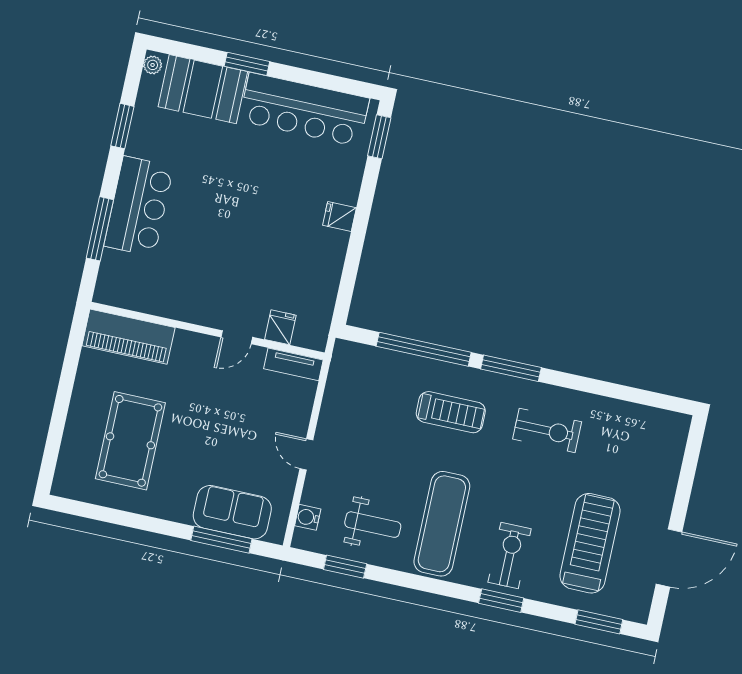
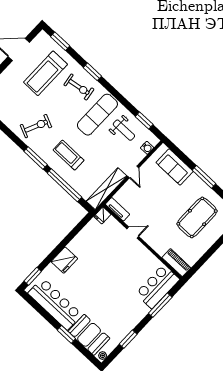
bar counter: (139, 206) -> (158, 286), moved
fridge: (339, 216) -> (64, 260), width x1.88, depth x1.34
fridge: (280, 327) -> (102, 215), moved
piano: (128, 337) -> (176, 263), width x0.73, depth x0.75
shelving: (338, 391) -> (107, 189), added
exercise bike: (547, 430) -> (36, 126), turned 114
weight bench: (373, 525) -> (124, 130), turned 180
window: (221, 540) -> (204, 177), moved
exercise bike: (510, 556) -> (79, 87), turned -99

